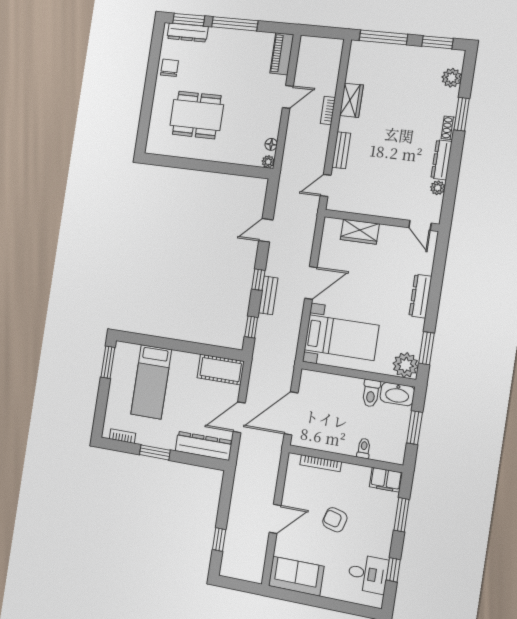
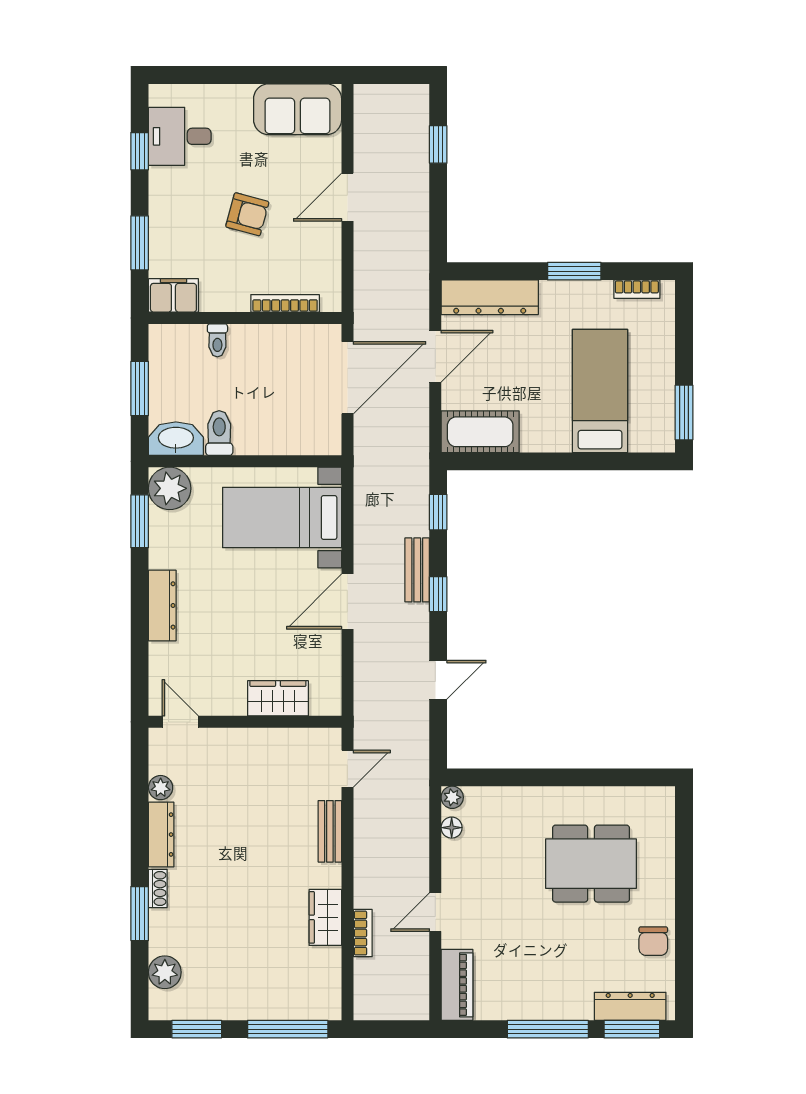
bookcase: (328, 110) -> (363, 933), moved

